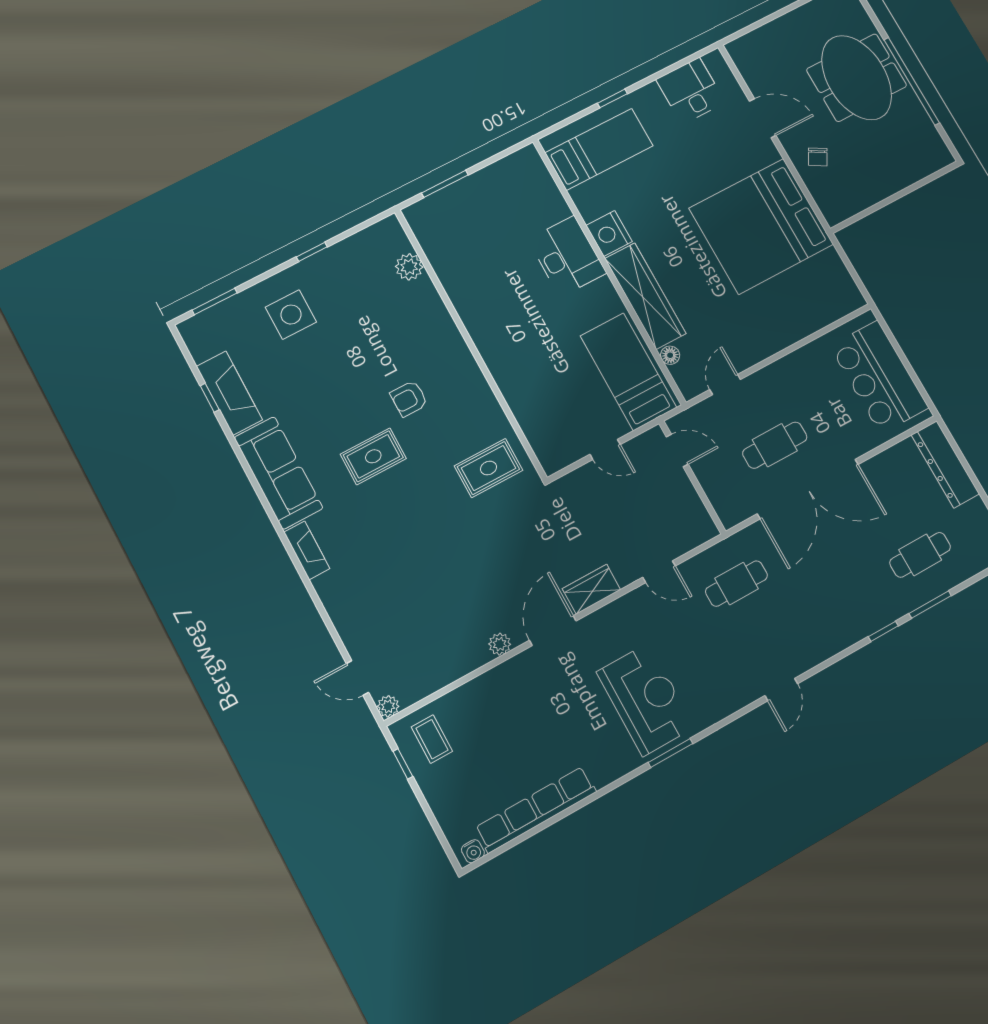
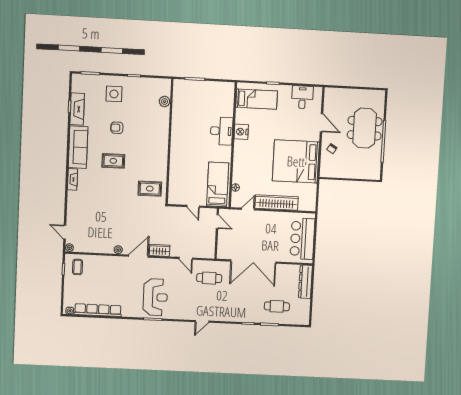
wardrobe: (645, 296) -> (277, 203), moved, turned -90
armchair: (409, 399) -> (117, 128), moved
cafe table: (775, 445) -> (252, 240), removed

